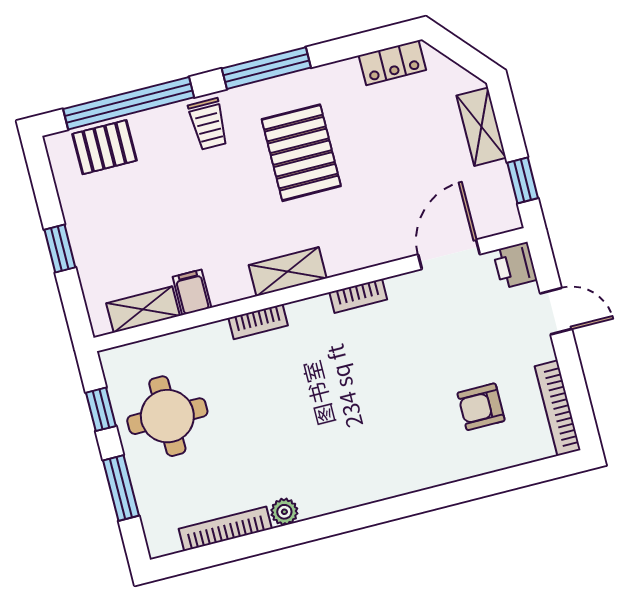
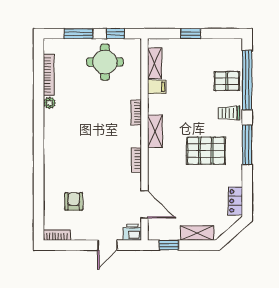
pallet: (104, 147) -> (227, 81), moved, turned 90
bookcase: (558, 408) -> (57, 235), width x0.64

